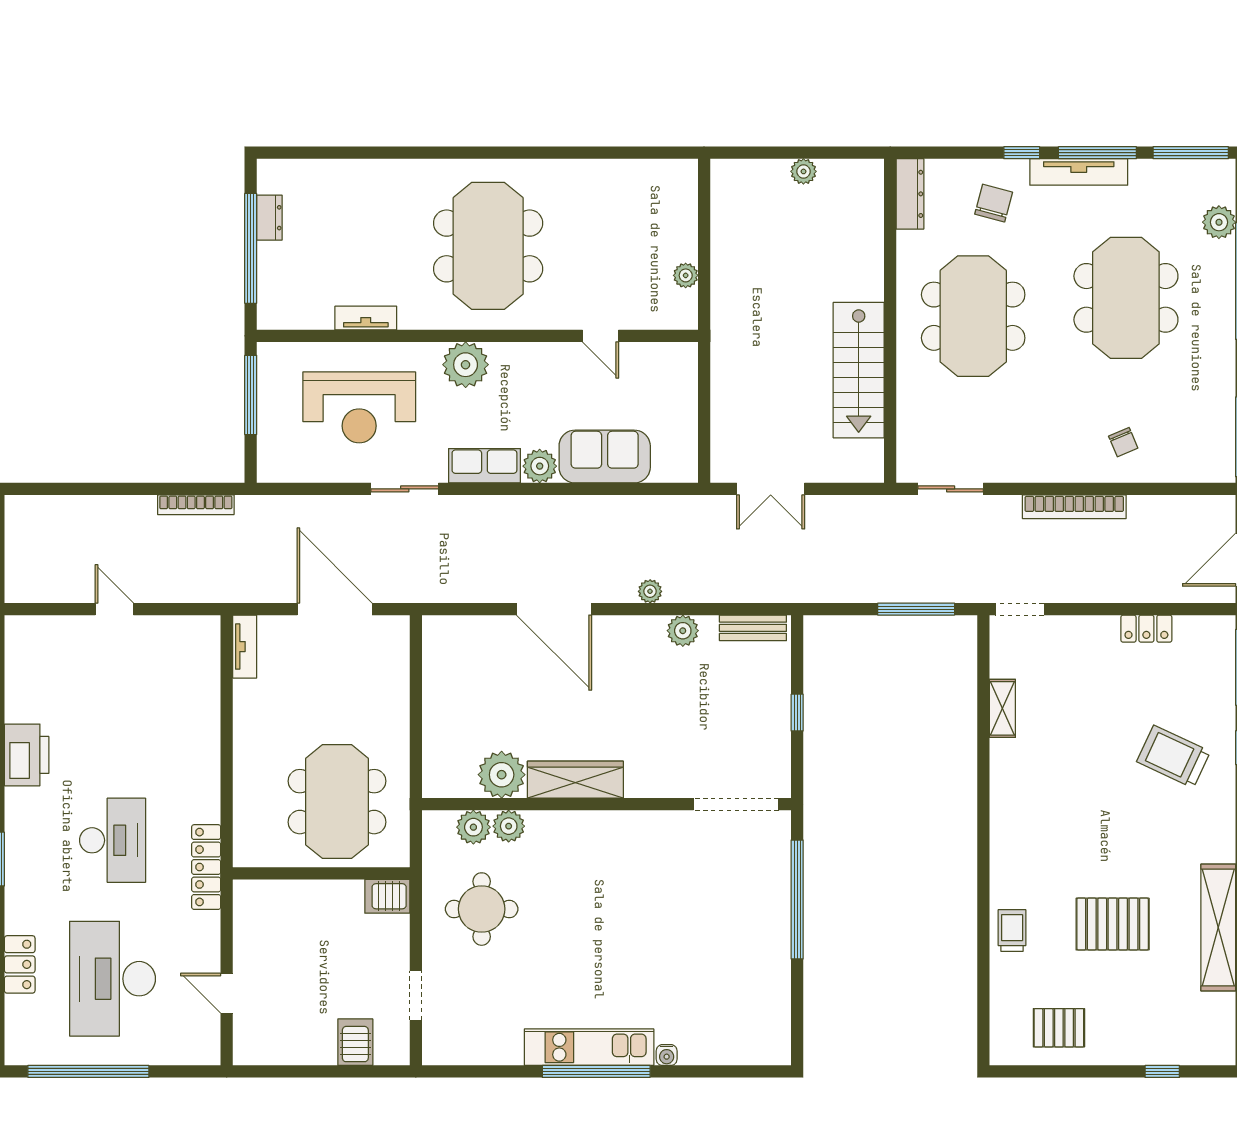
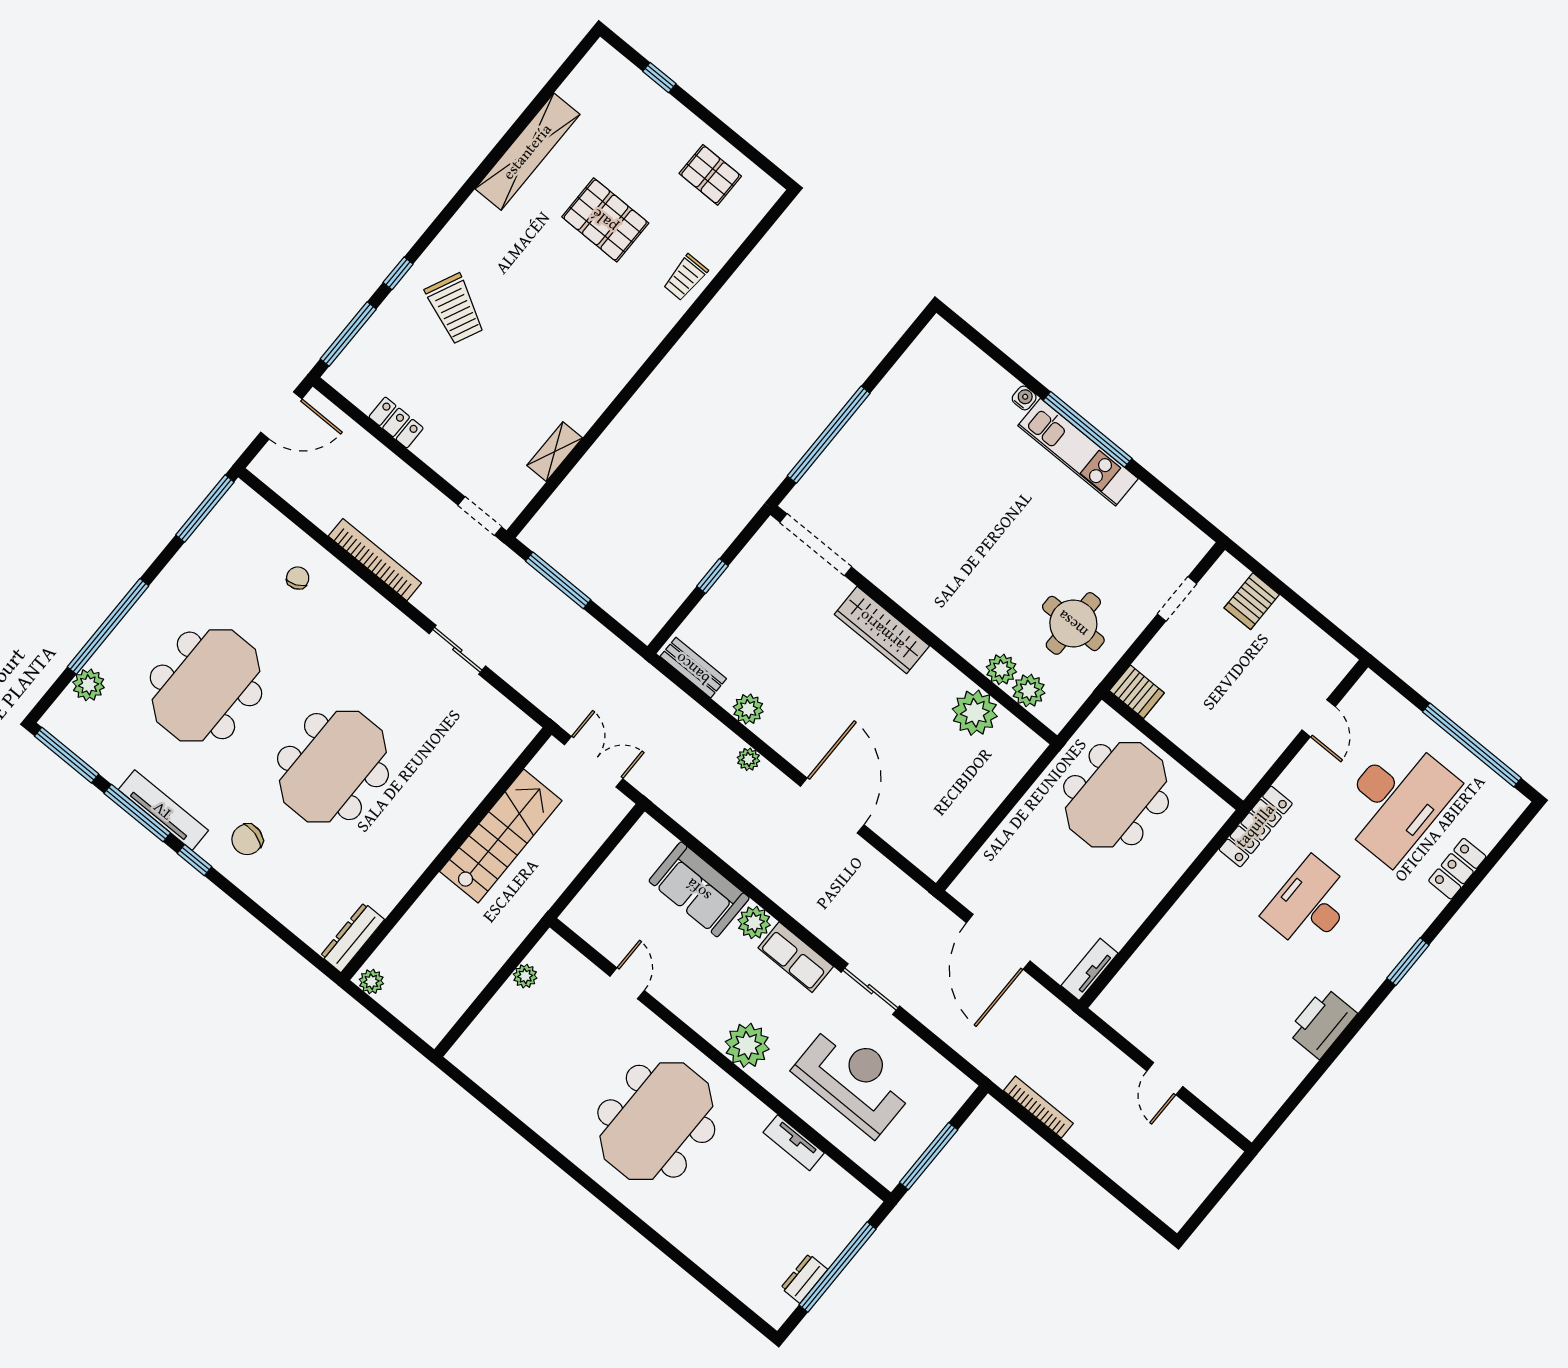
dresser: (910, 194) -> (352, 938), moved
wall: (890, 321) -> (446, 854), moved
stairs: (859, 370) -> (501, 836), moved
wardrobe: (575, 780) -> (882, 630), moved

